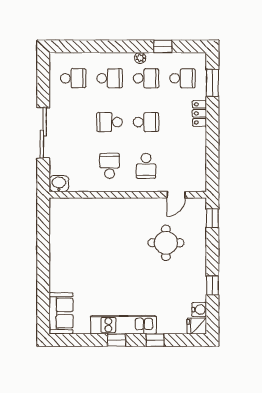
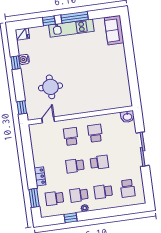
school desk: (73, 78) -> (128, 188), turned -90
school desk: (110, 166) -> (95, 133), turned 180
water cooler: (199, 310) -> (24, 59), moved
window: (117, 340) -> (75, 17), width x2.17

